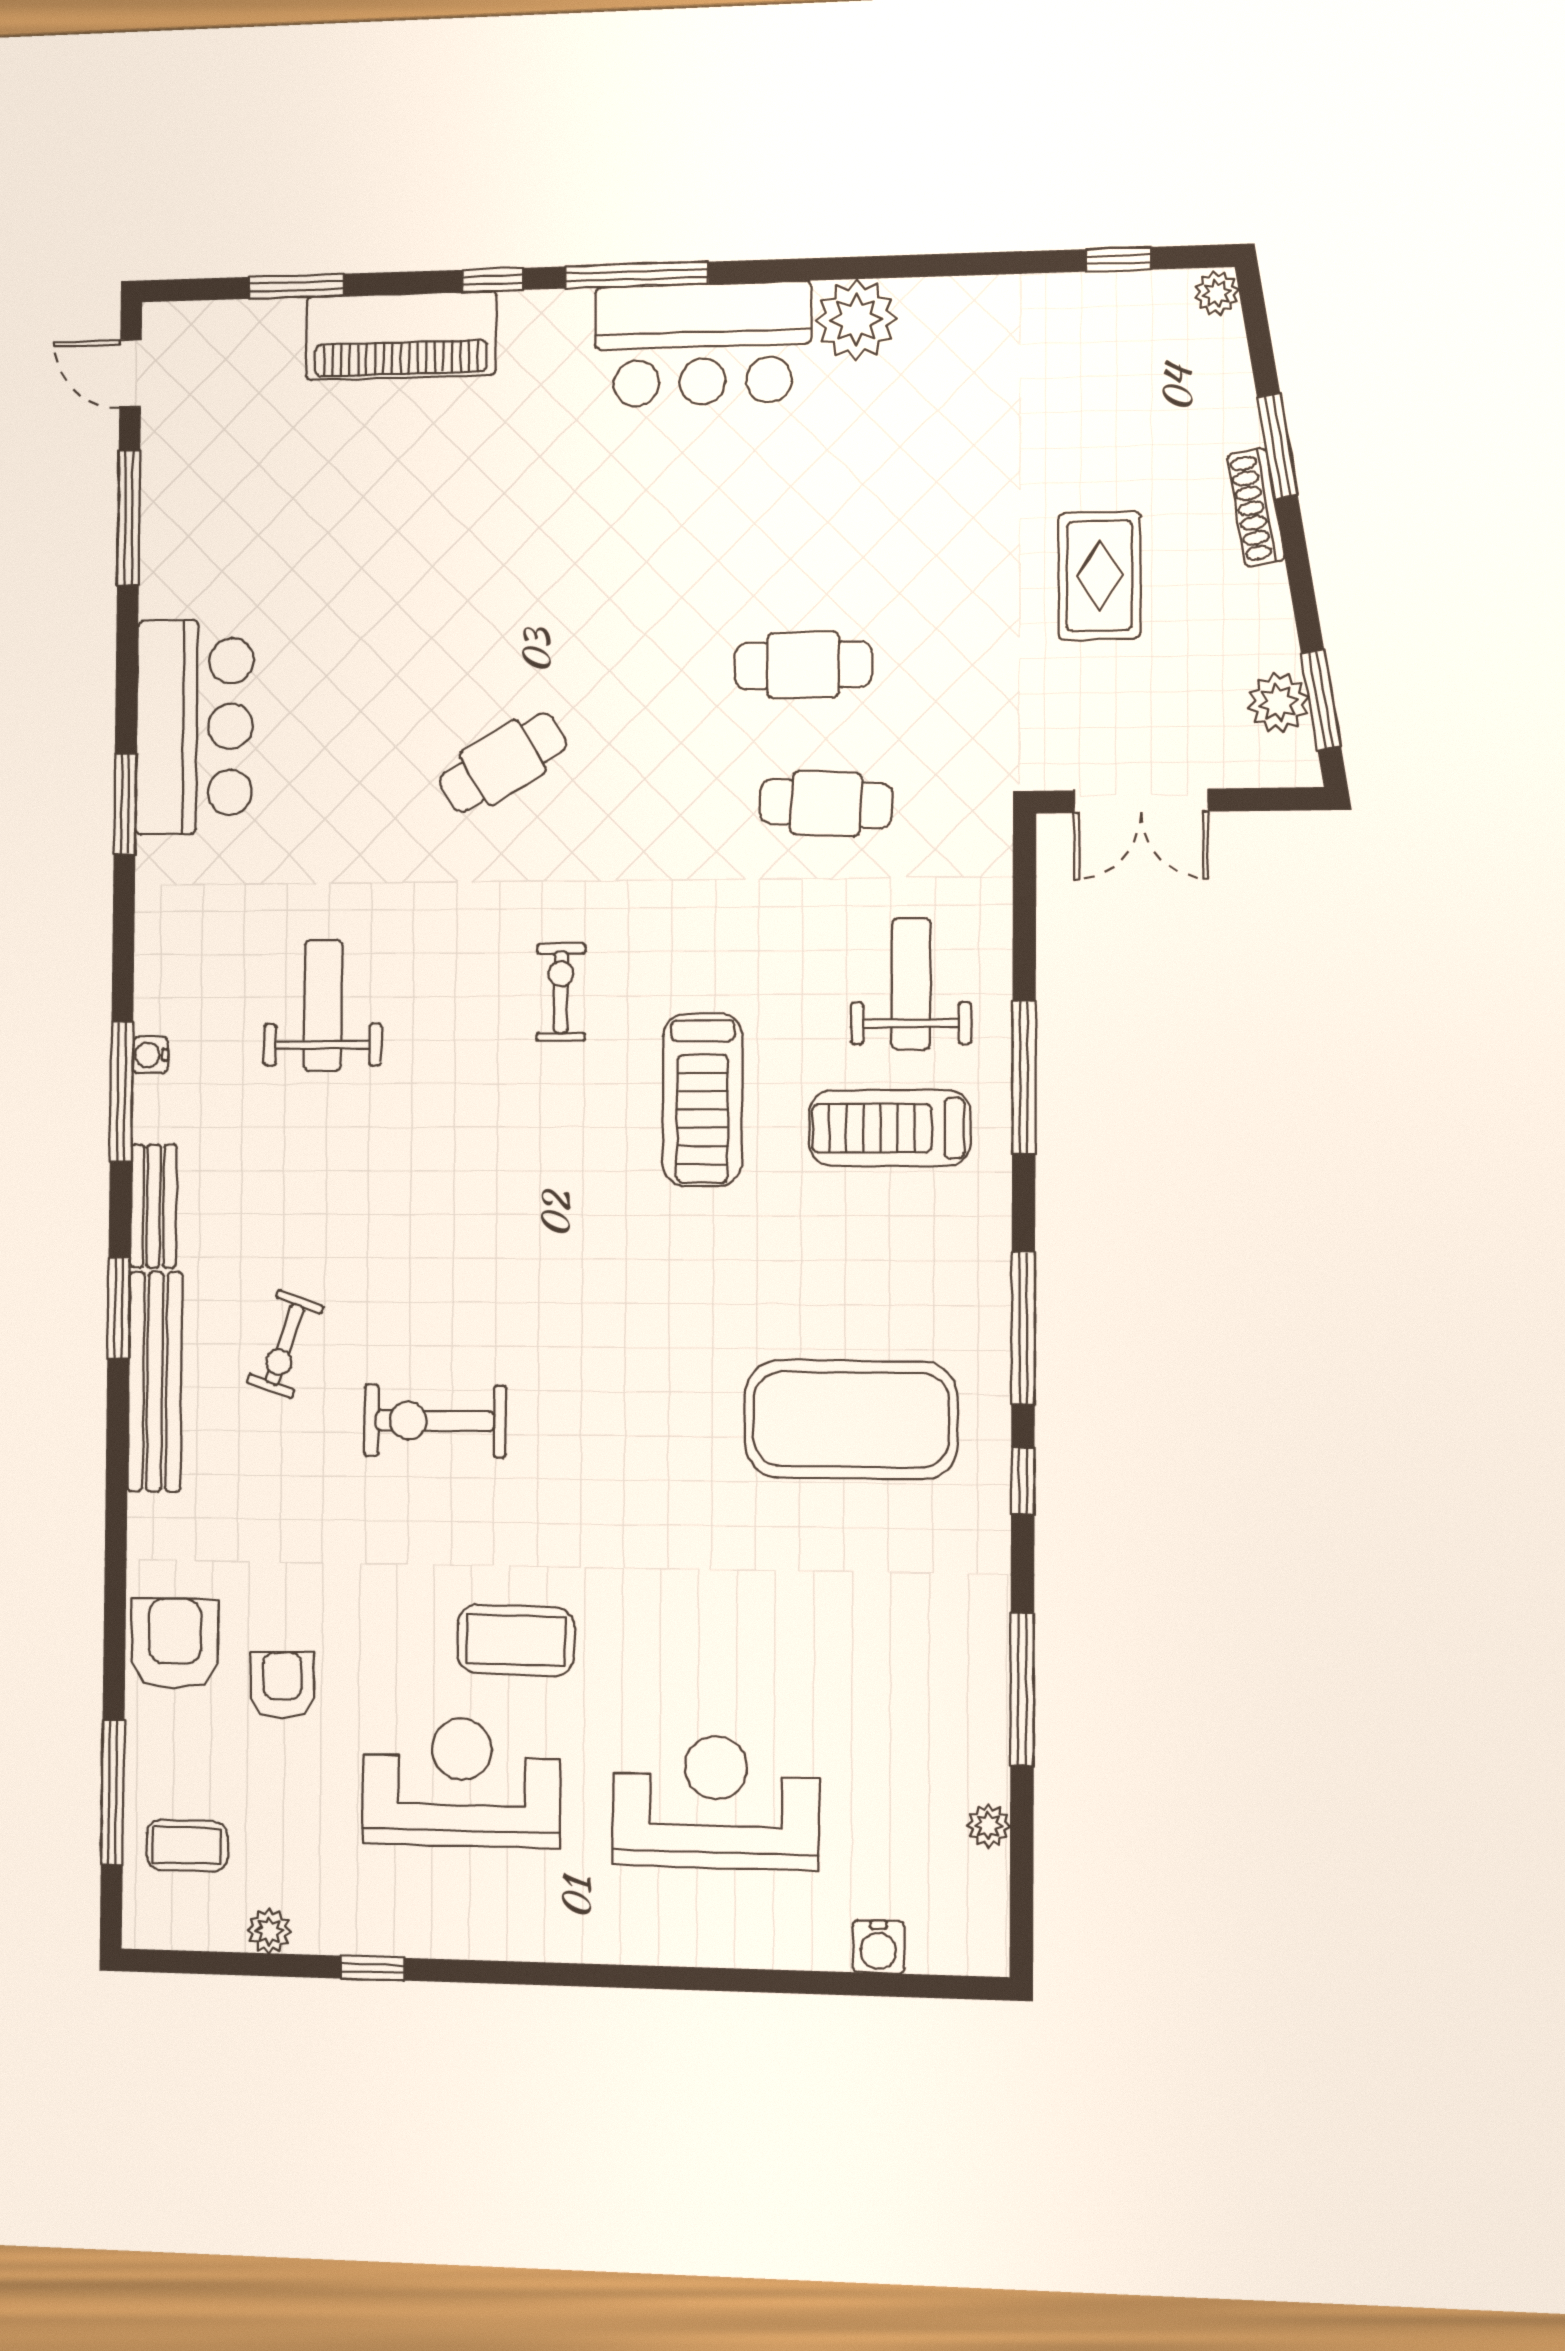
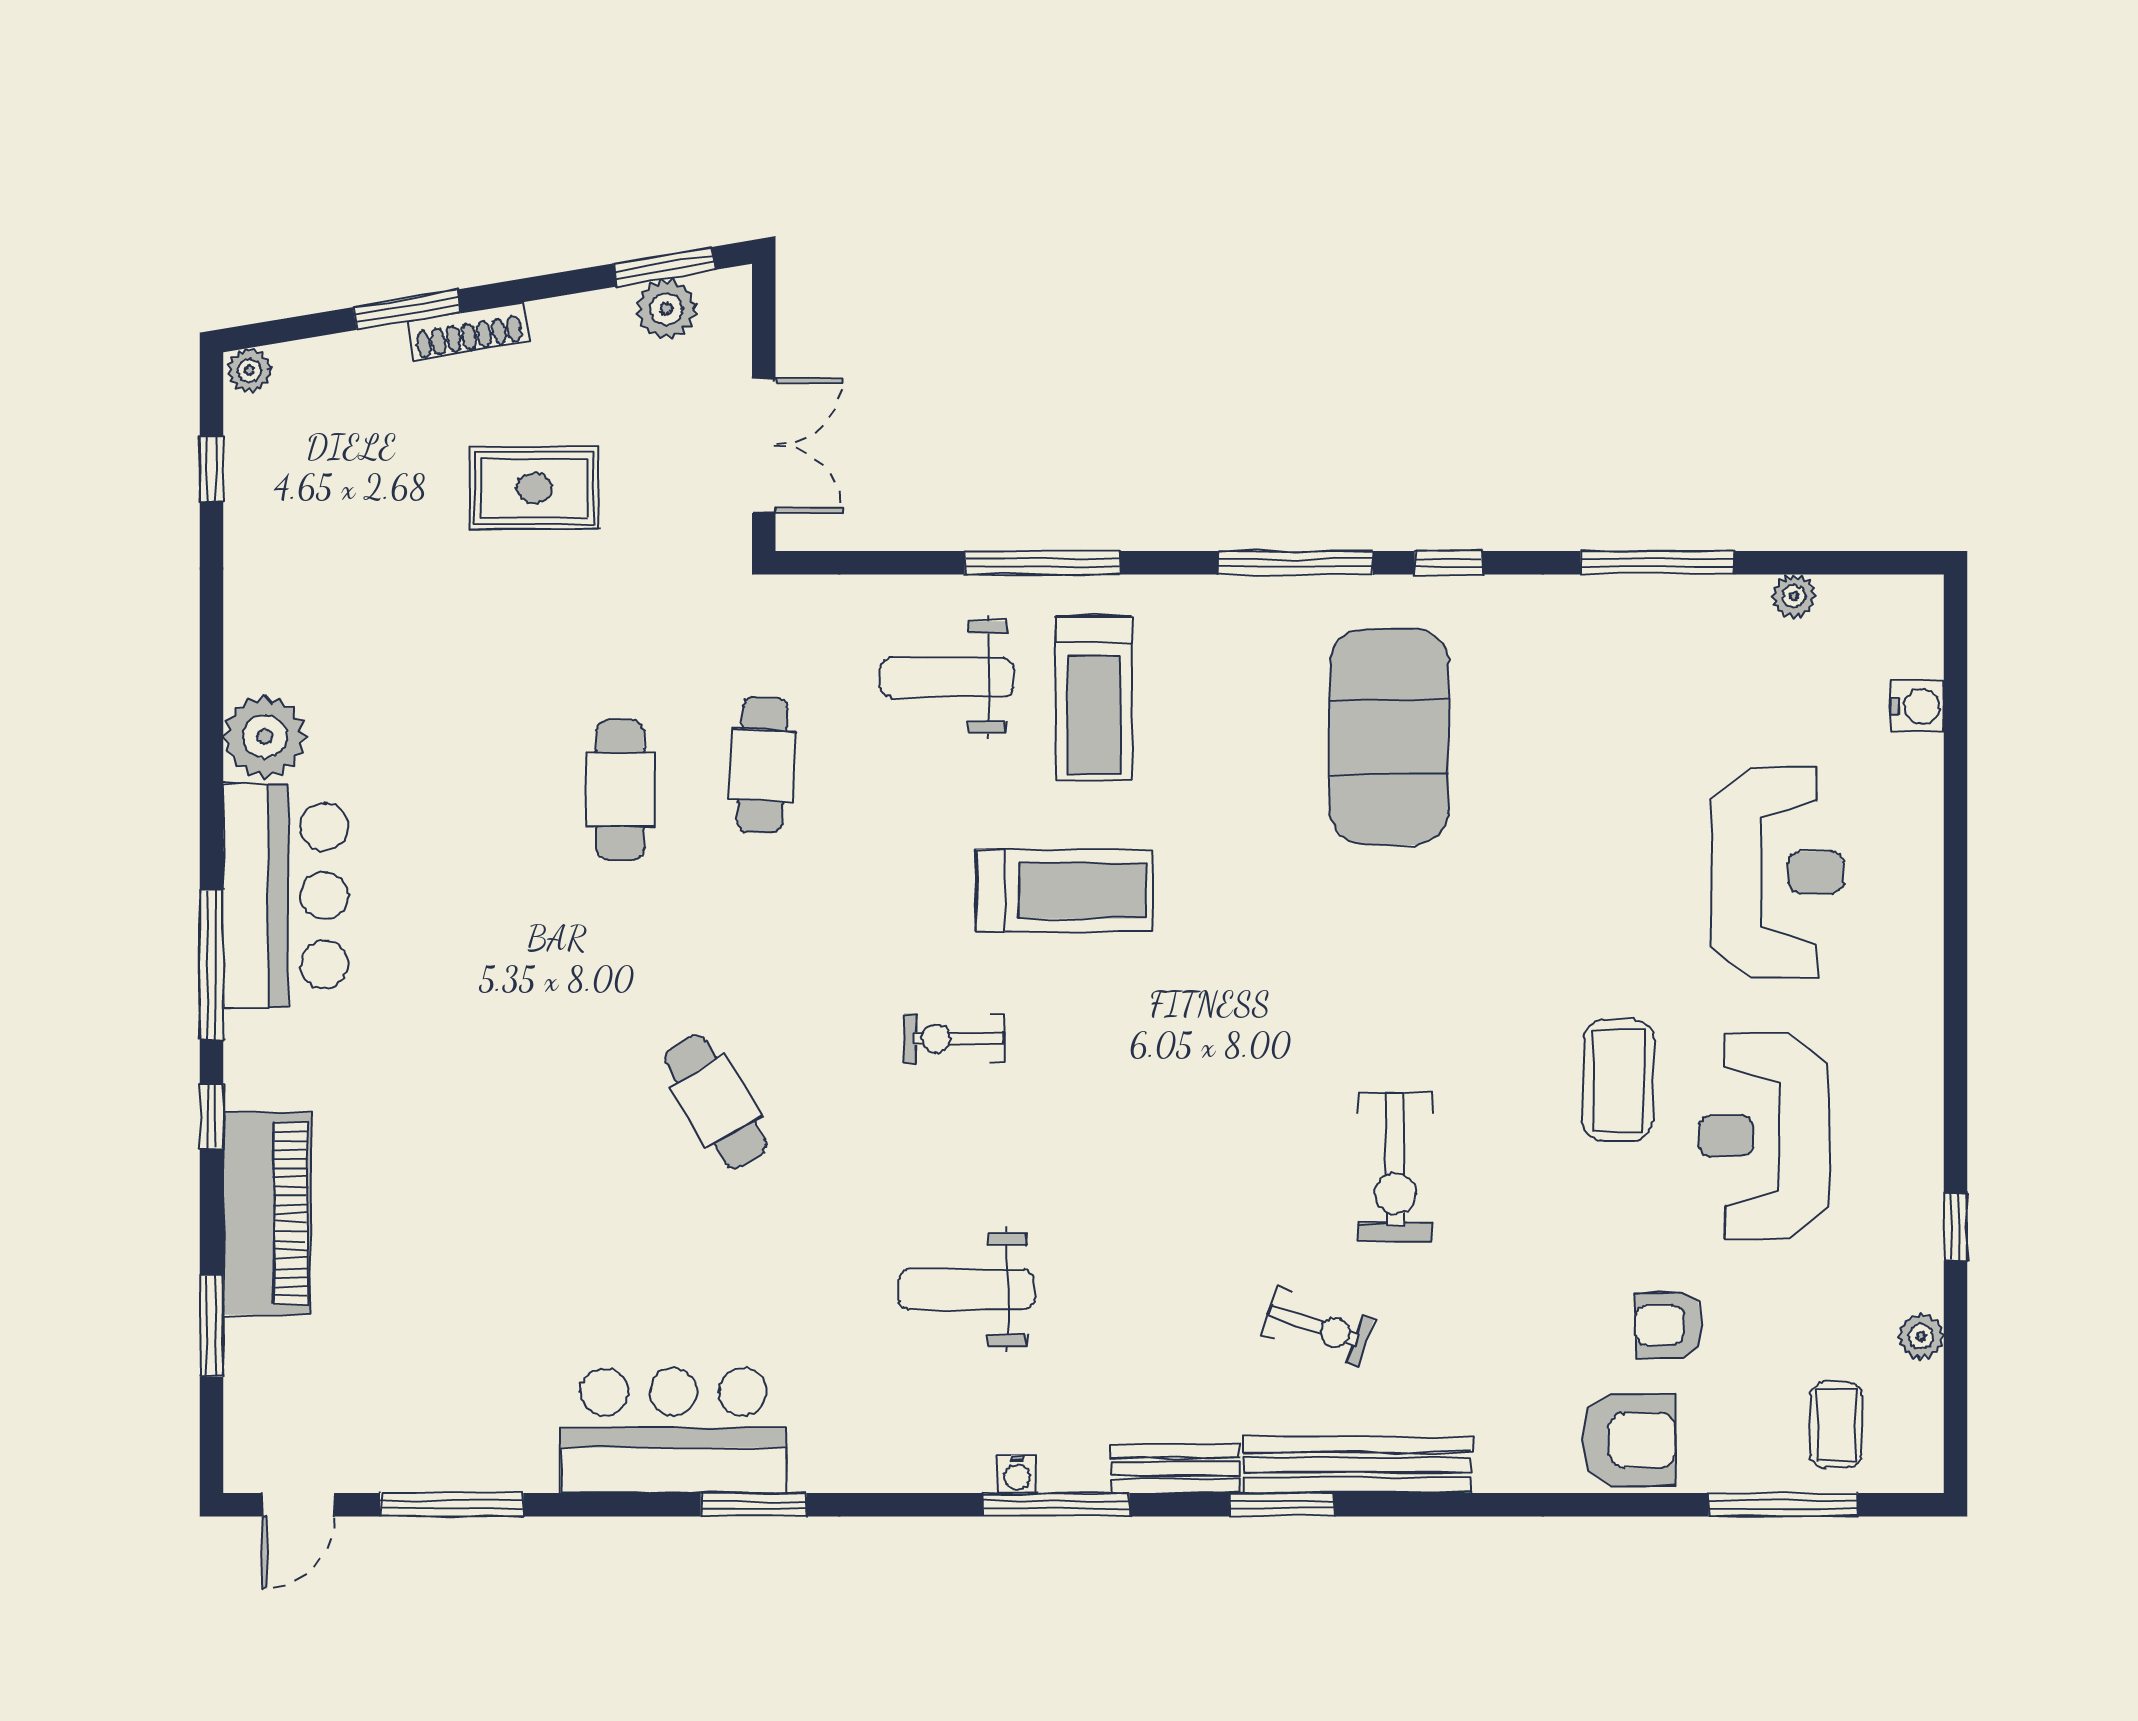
armchair: (175, 1644) -> (1629, 1440), turned 180
reception desk: (716, 1802) -> (1777, 873), turned 180

